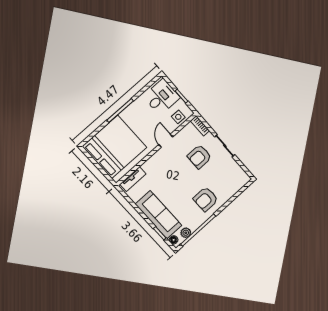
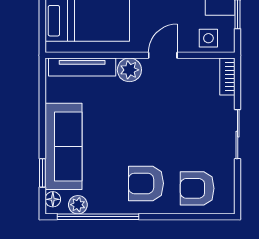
armchair: (199, 157) -> (197, 188), moved
plant: (157, 159) -> (129, 70), added
tv unit: (133, 179) -> (82, 67), width x1.41

